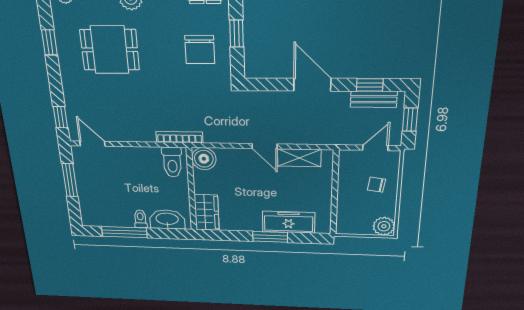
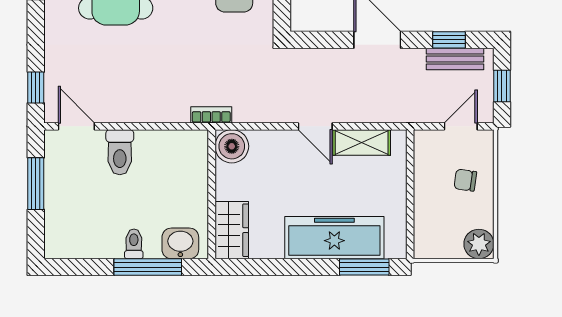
bookcase: (179, 137) -> (211, 115), width x0.64
toilet: (172, 162) -> (120, 152), moved
washbasin: (167, 219) -> (180, 243), width x0.72
freezer: (288, 222) -> (334, 238), width x1.36, depth x1.26
window: (124, 232) -> (148, 267), moved
window: (270, 237) -> (364, 267), moved

